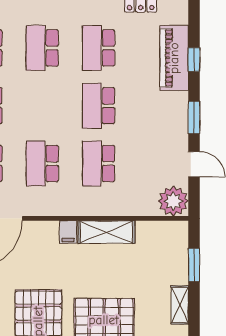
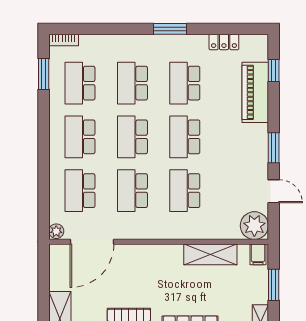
window: (194, 60) -> (274, 71), moved
school desk: (42, 106) -> (132, 137), added
filing cabinet: (68, 232) -> (258, 254), moved
shelving: (106, 232) -> (210, 254), moved

